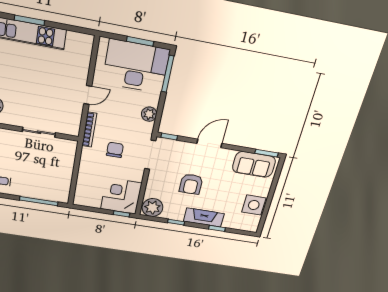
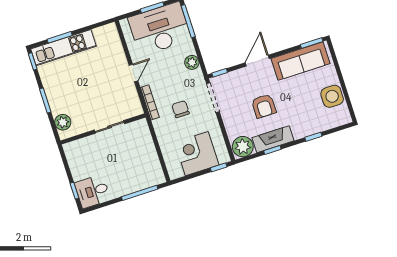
sofa: (254, 164) -> (301, 61), width x1.36
corner desk: (121, 196) -> (197, 154), moved
fireplace: (204, 218) -> (273, 139), moved

